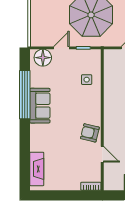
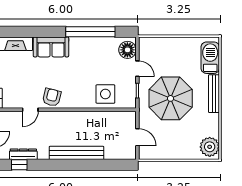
side table: (87, 80) -> (105, 94), width x1.87, depth x1.87
sofa: (40, 106) -> (51, 47), moved

